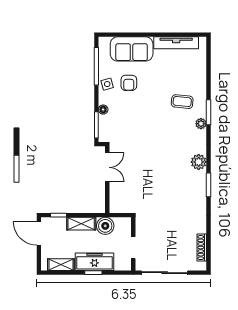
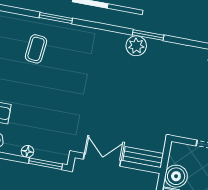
plant: (201, 124) -> (69, 30), removed
plant: (199, 162) -> (136, 46), moved
bench: (115, 198) -> (143, 157), added

